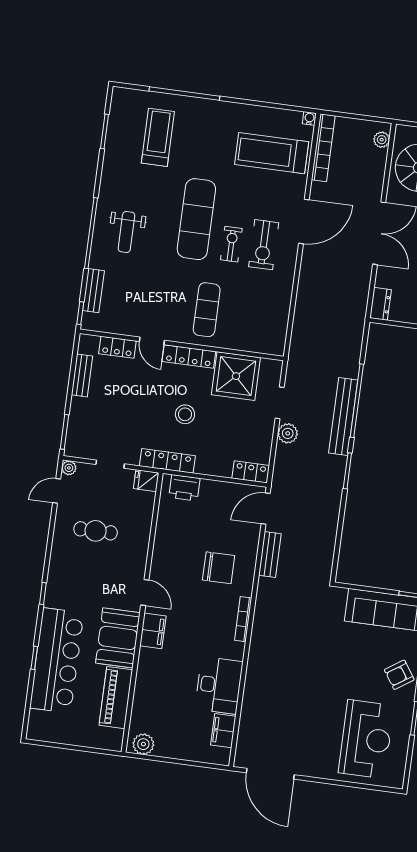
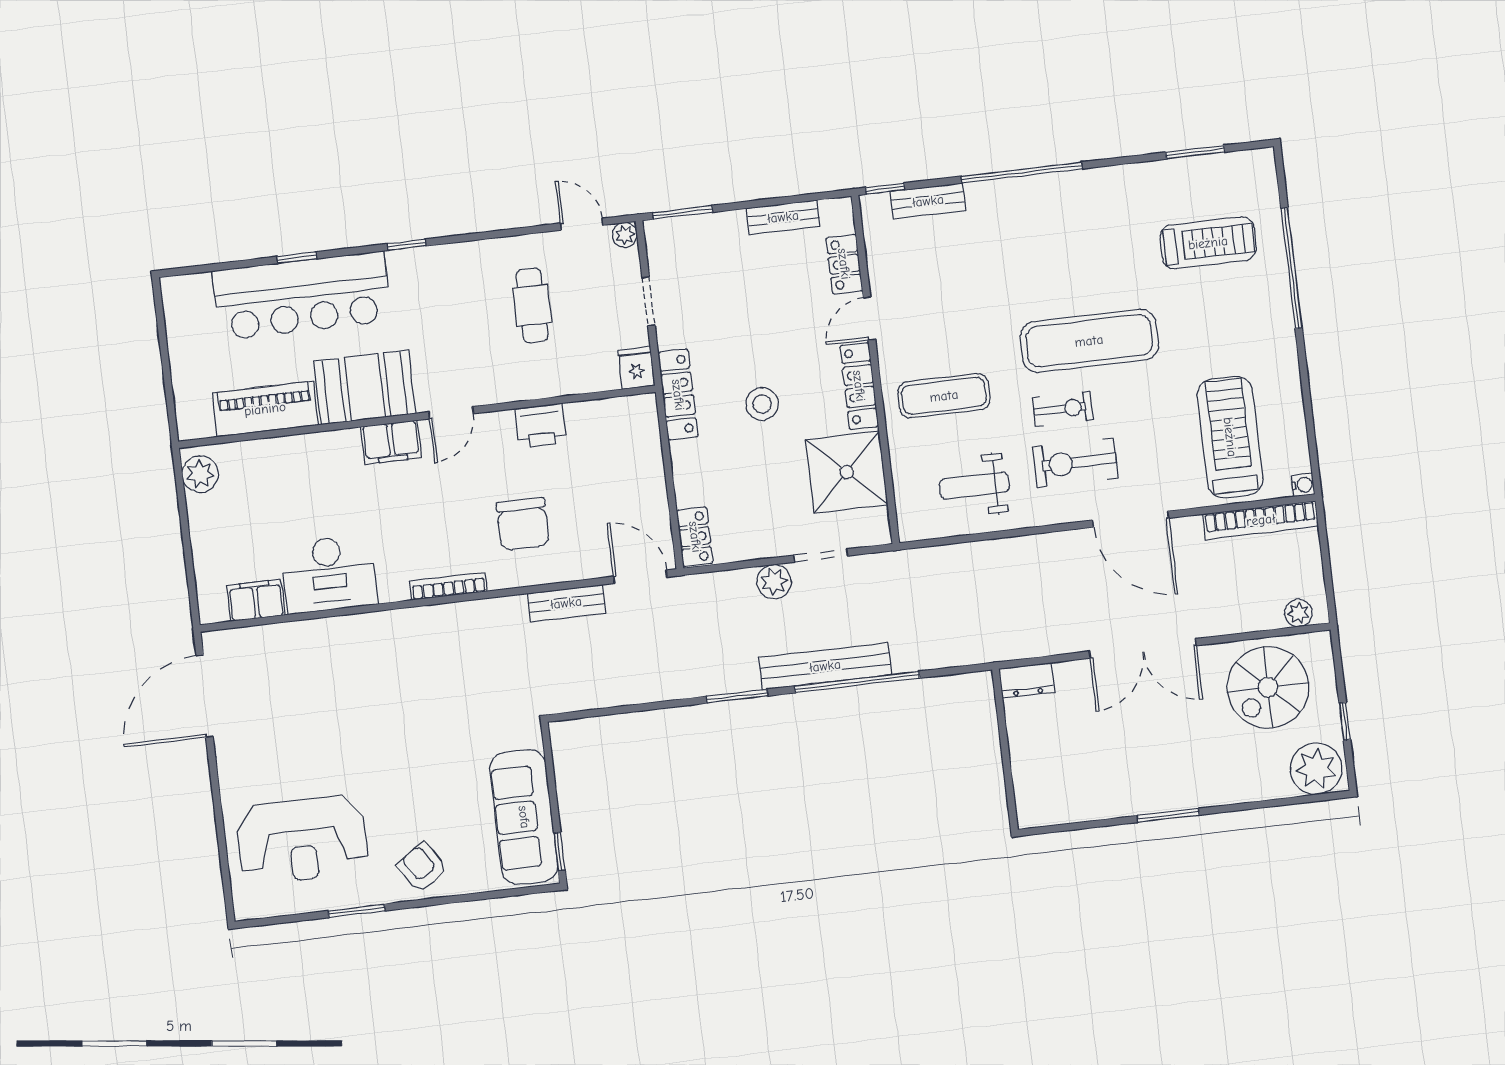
weight bench: (126, 232) -> (974, 486), moved
printer: (184, 488) -> (540, 426), moved, turned -90

